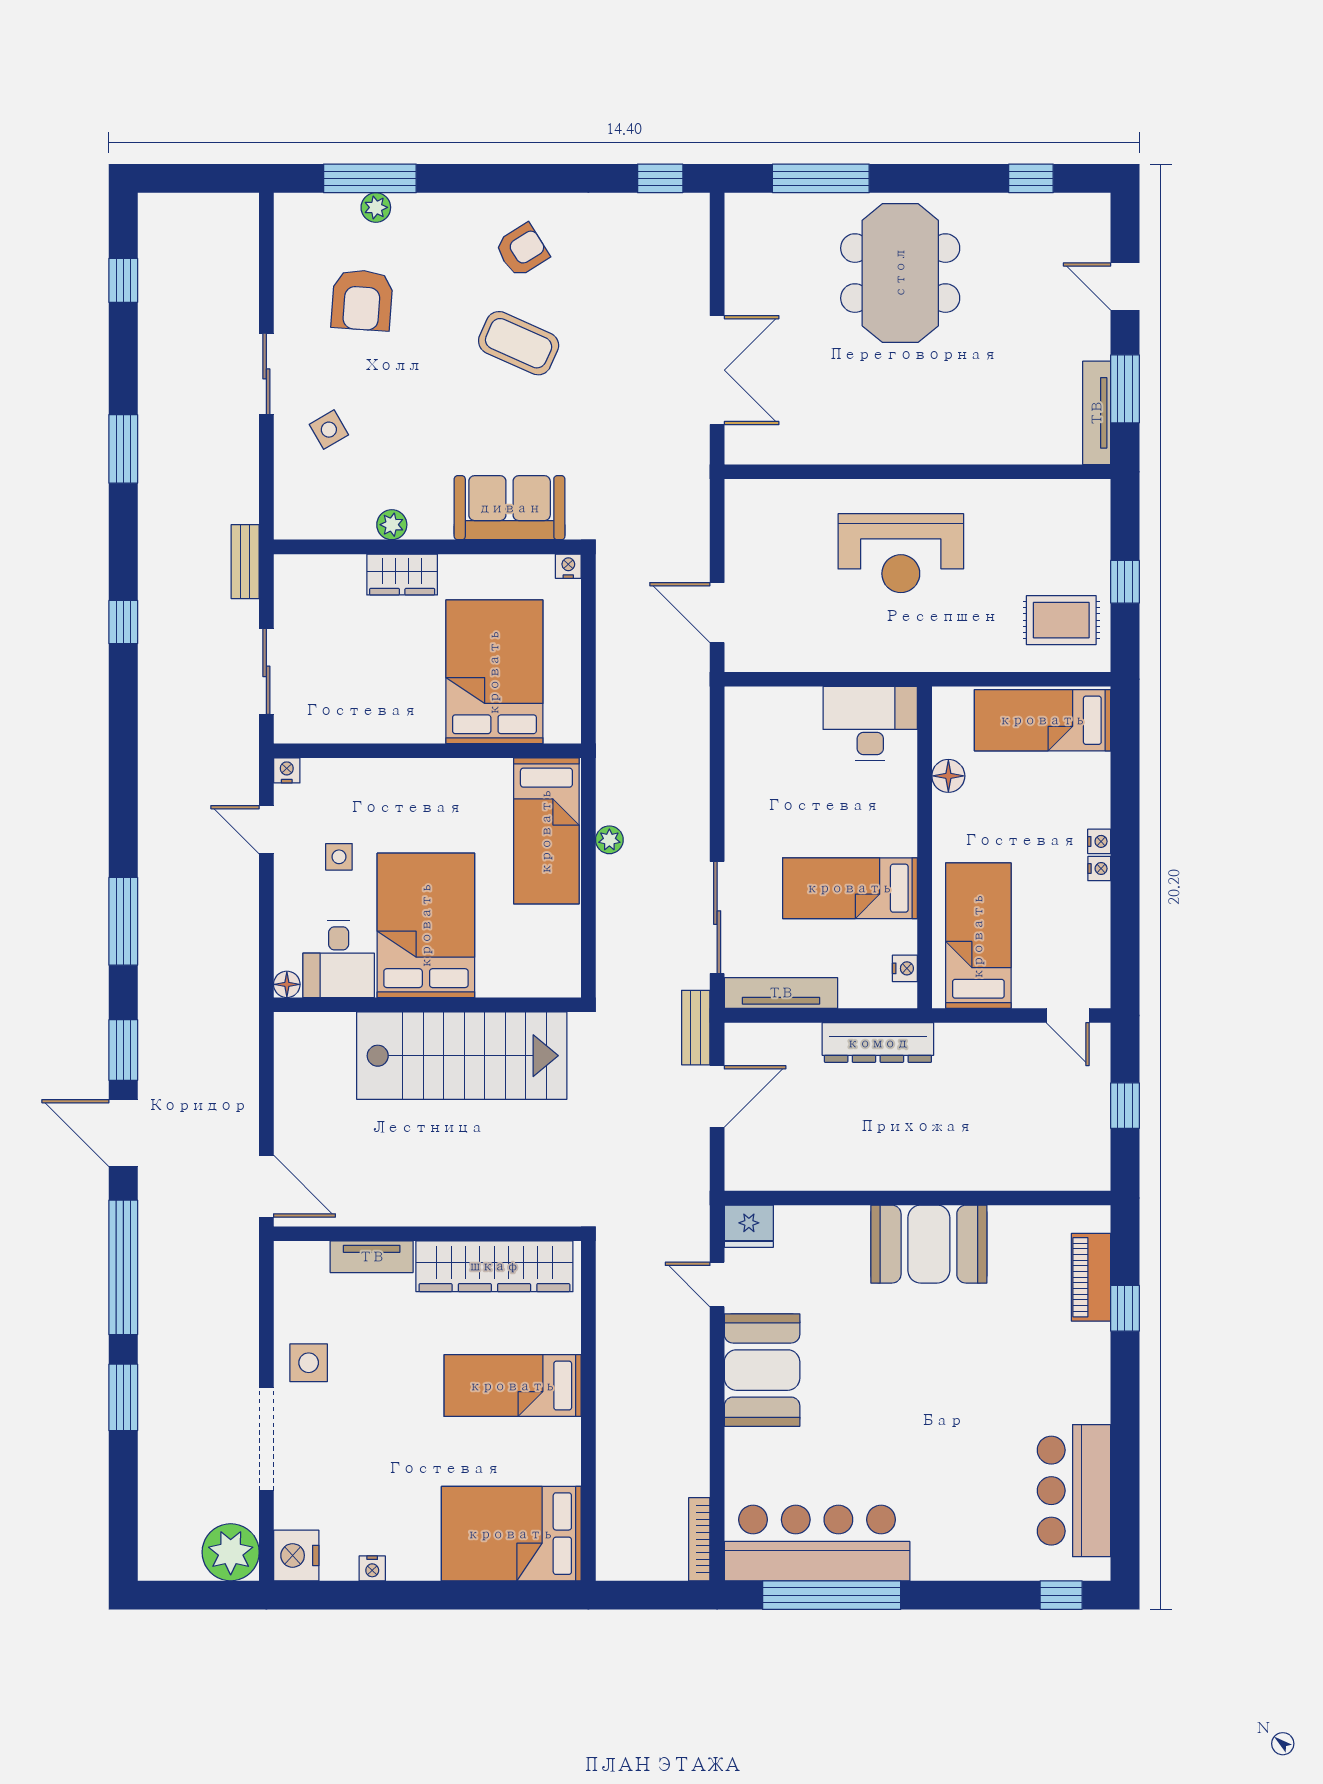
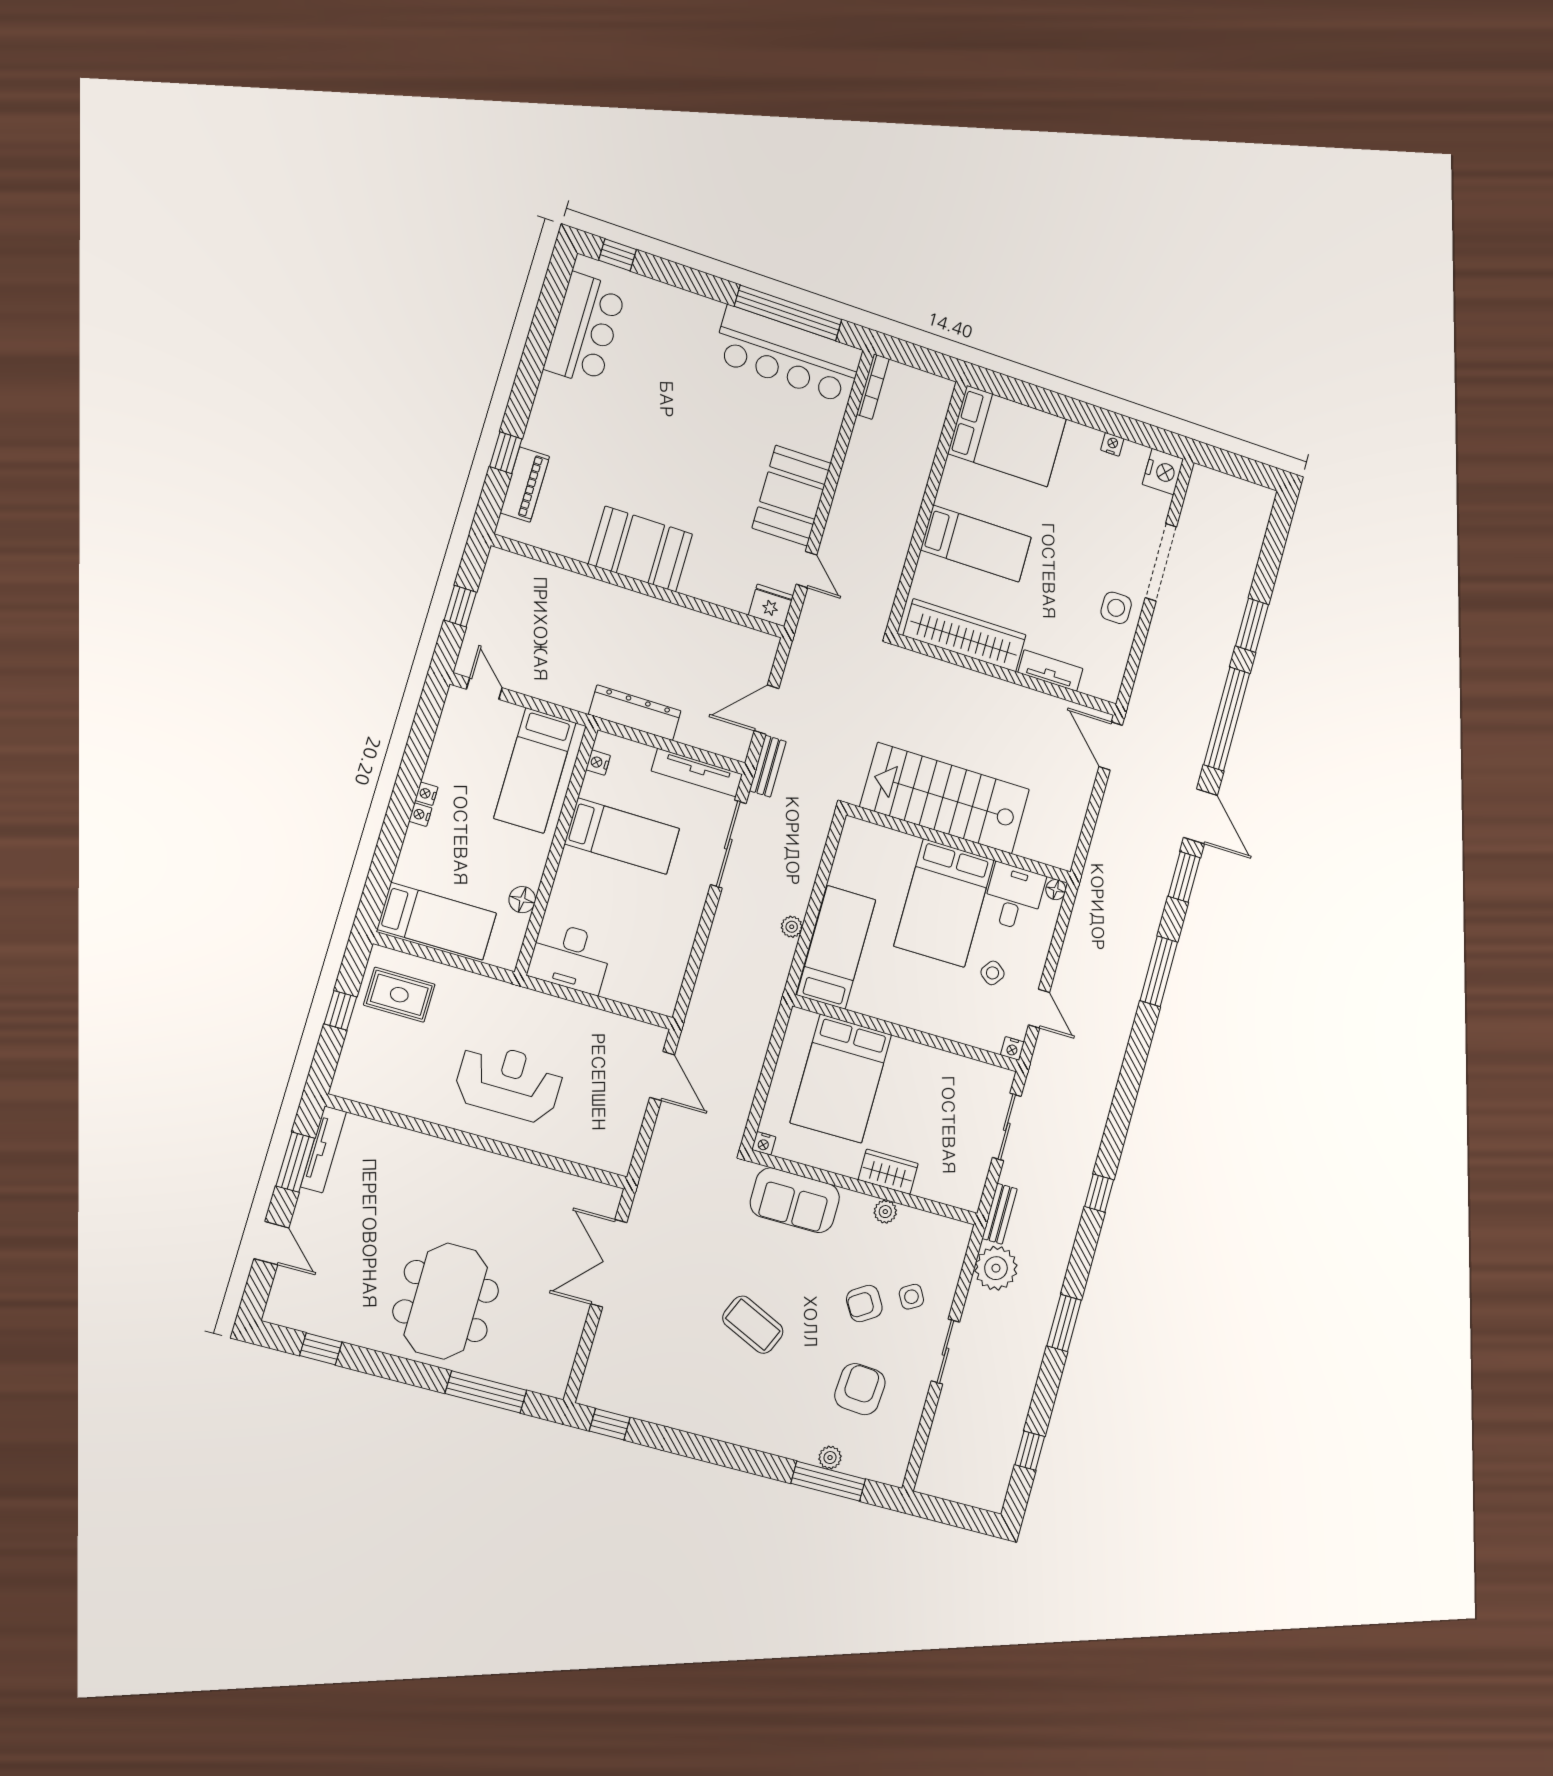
armchair: (522, 250) -> (864, 1304), moved
side table: (339, 857) -> (993, 973), turned 37
plant: (231, 1552) -> (996, 1268), moved

